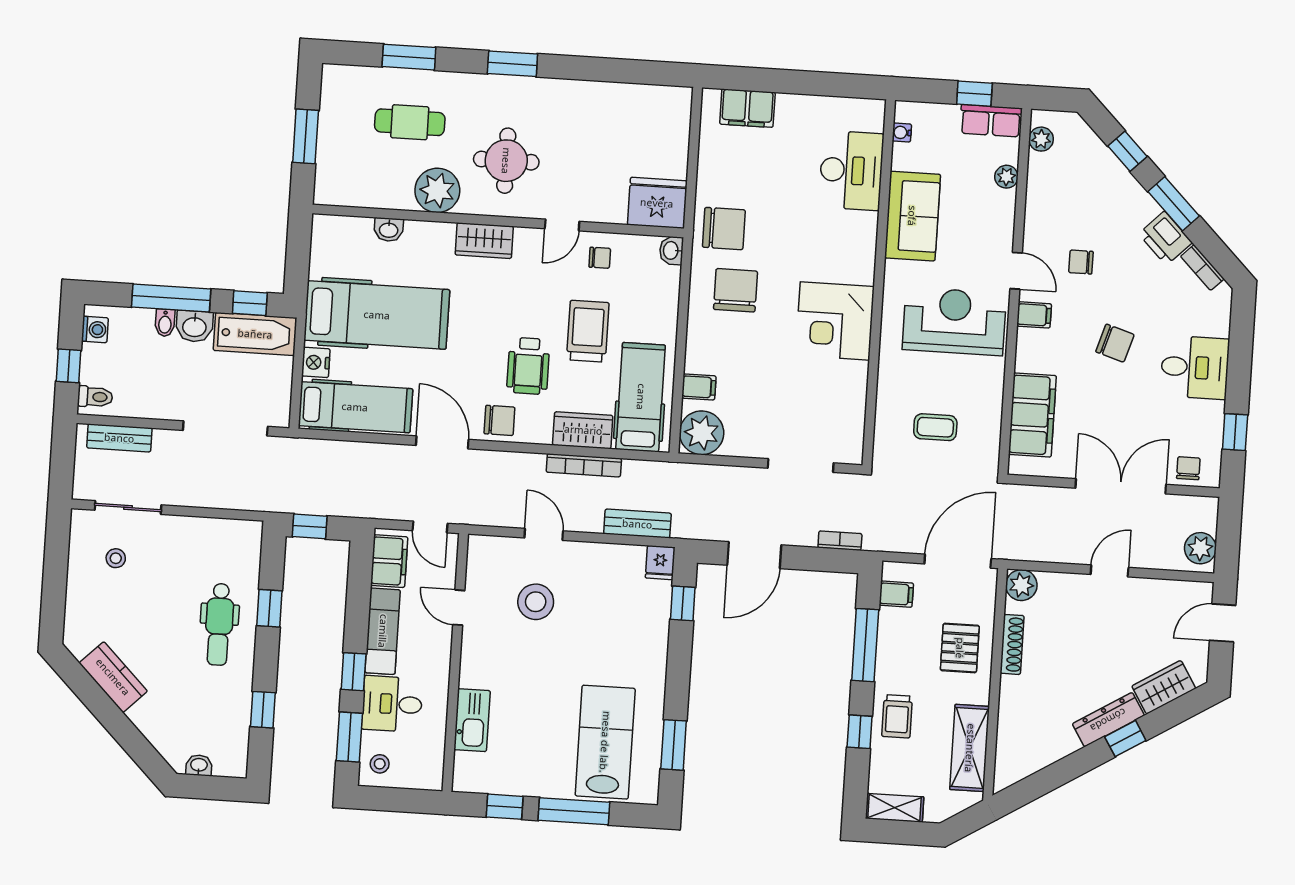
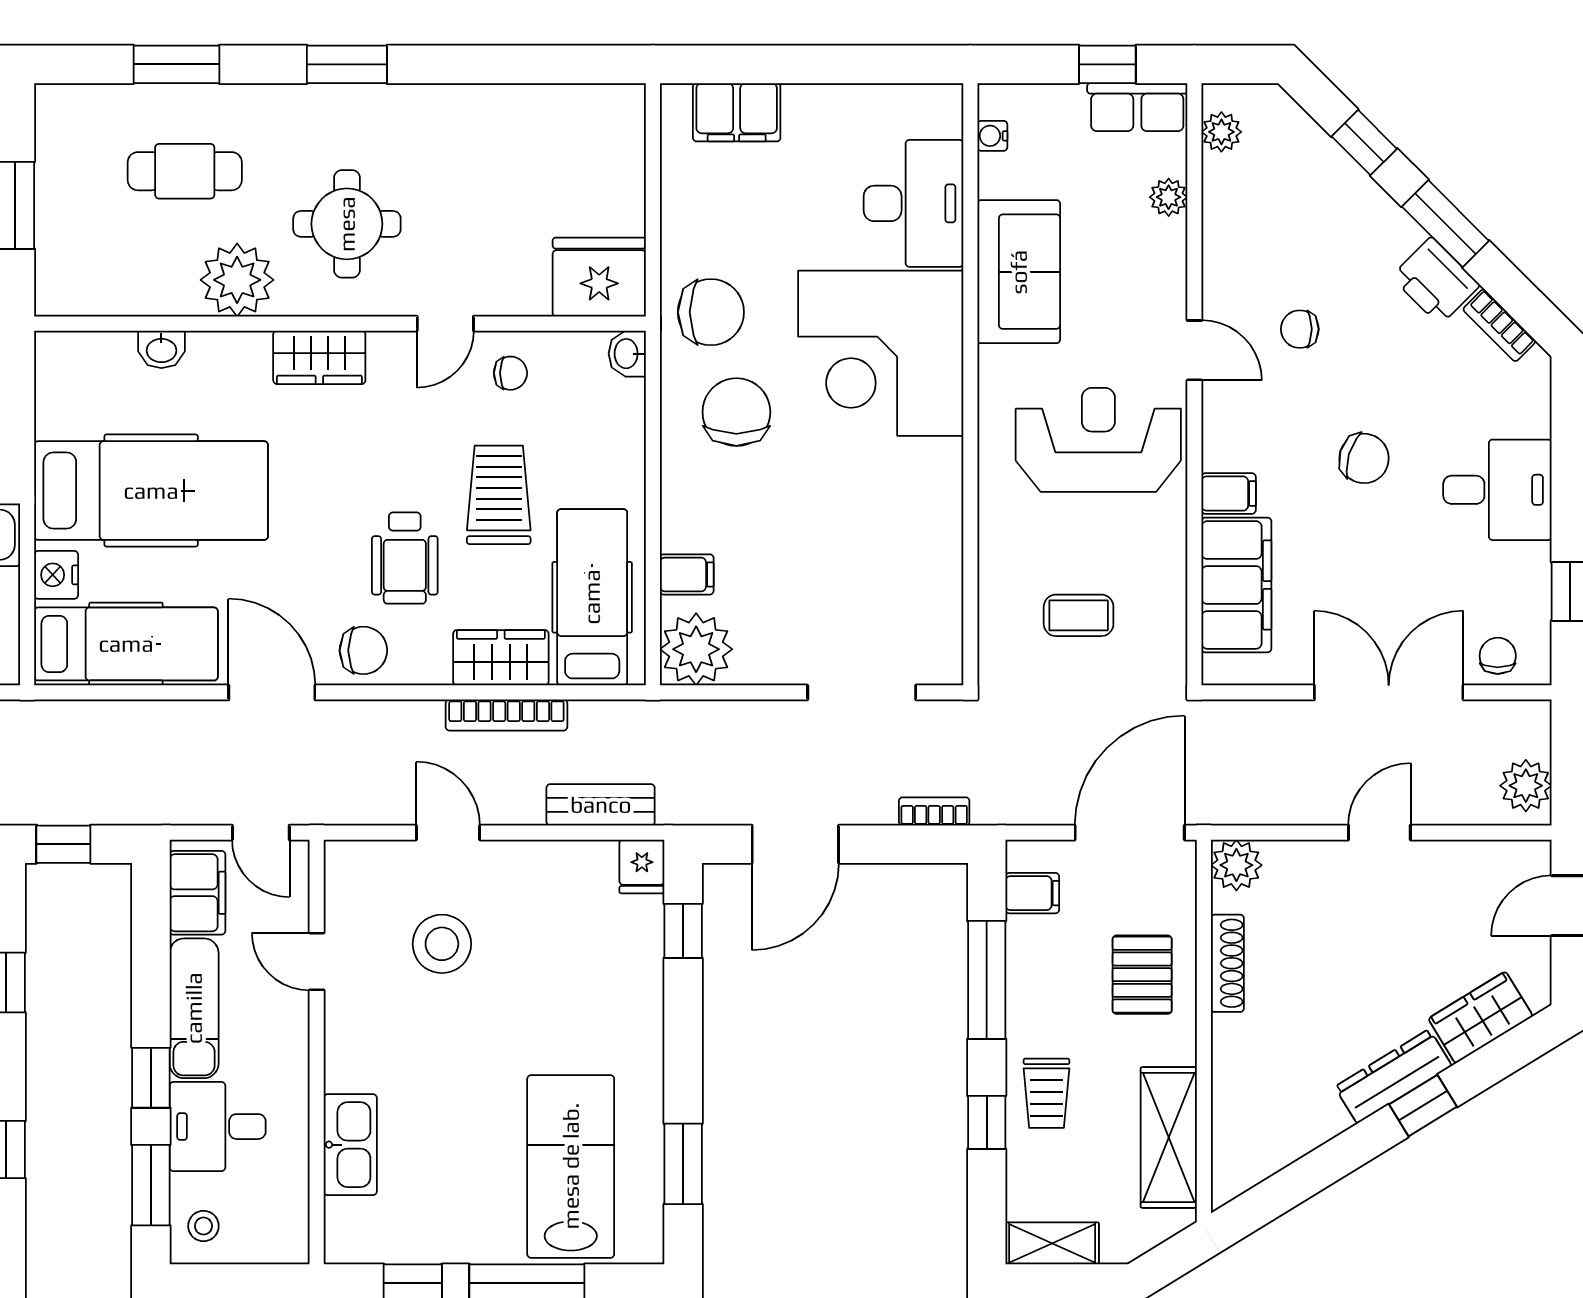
filing cabinet: (1034, 315) -> (1229, 493), moved
corner desk: (835, 321) -> (881, 353), moved, width x1.36, depth x1.36

